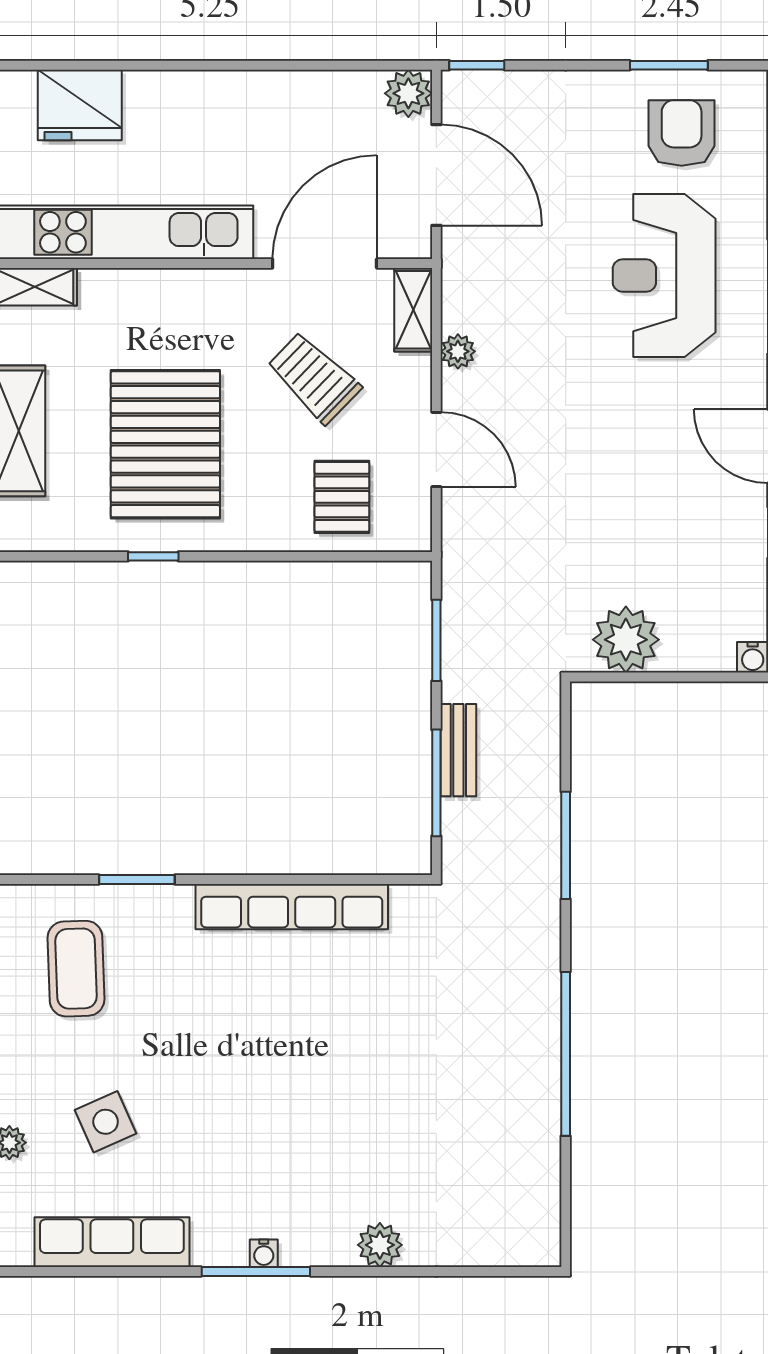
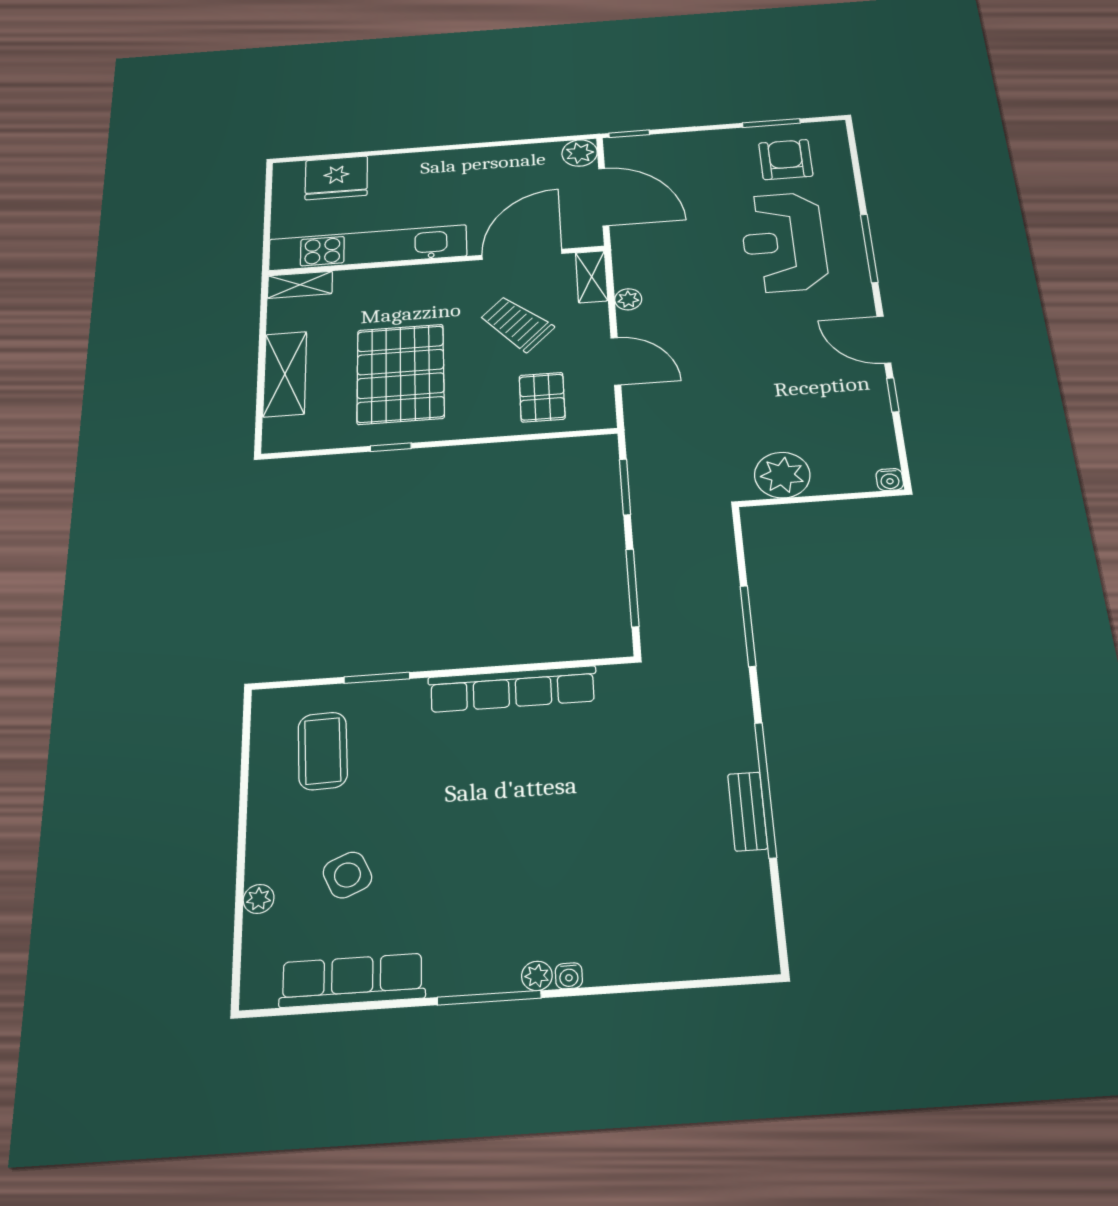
bench: (458, 750) -> (747, 811), moved
plant: (380, 1245) -> (537, 976), moved, width x0.73, depth x0.73
water cooler: (264, 1253) -> (569, 976), moved

